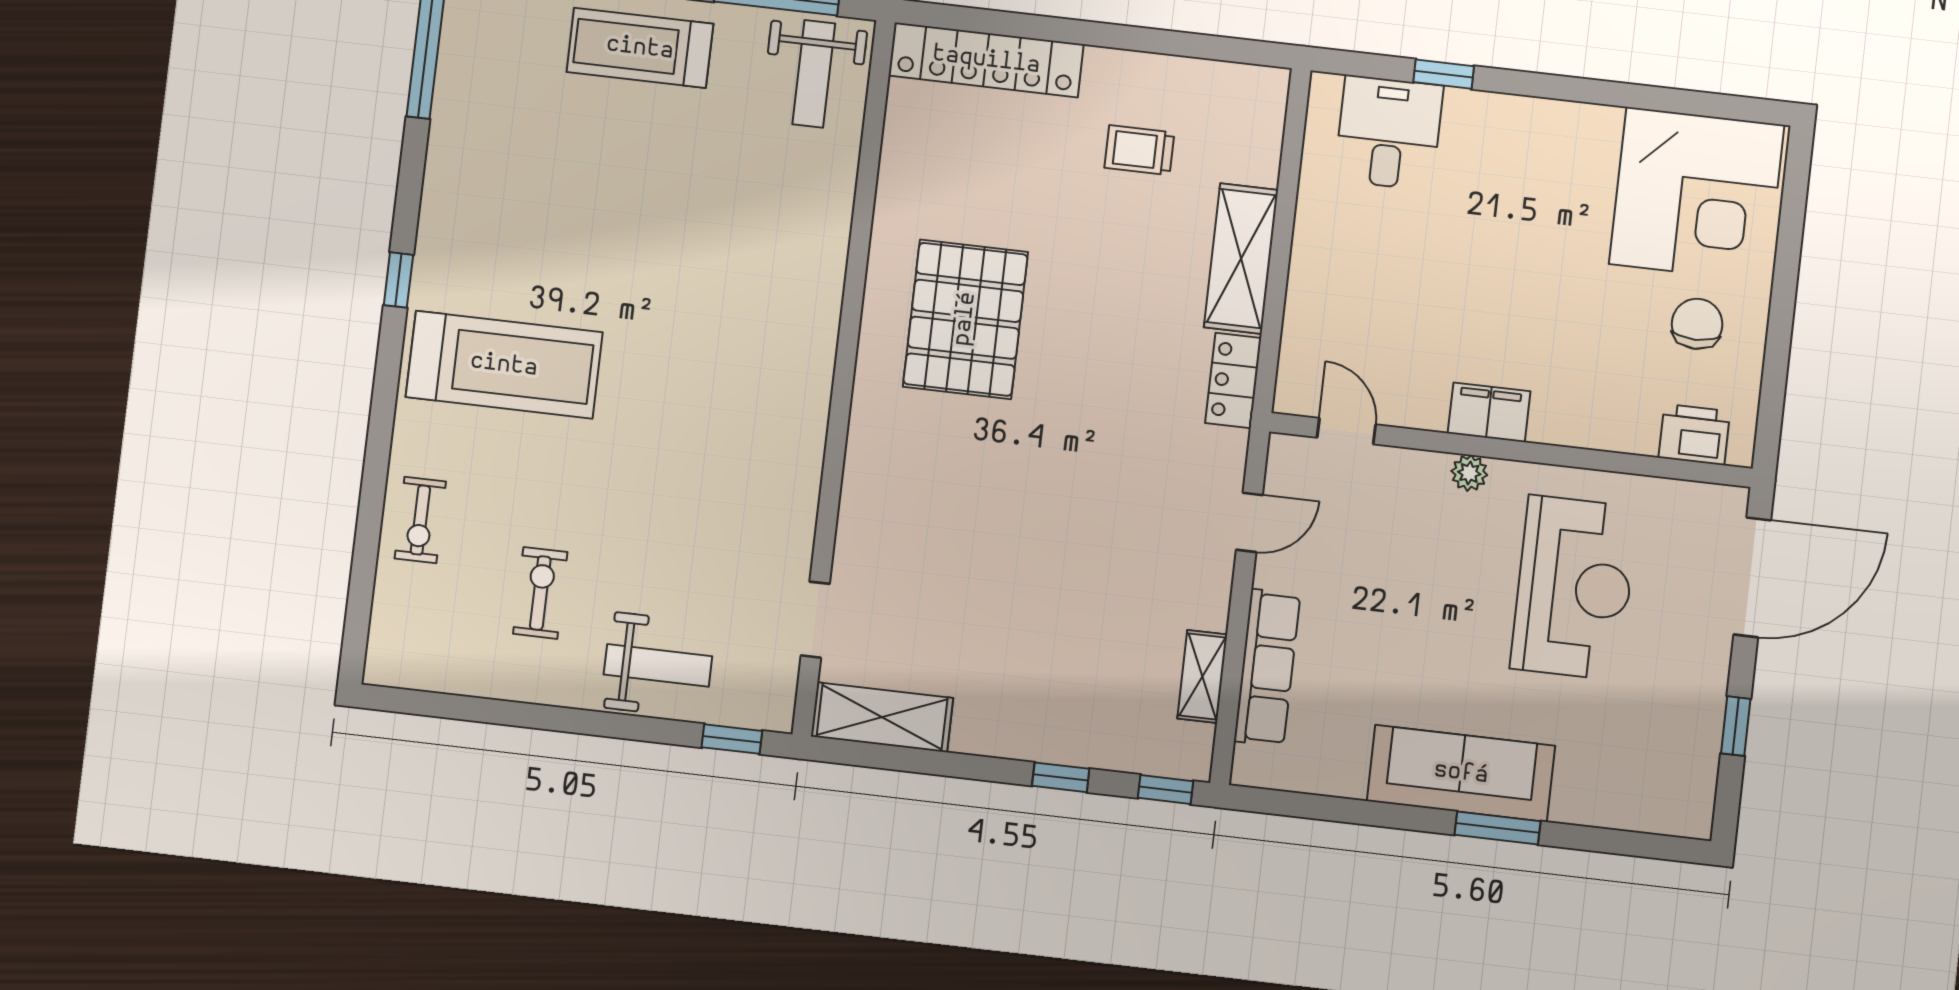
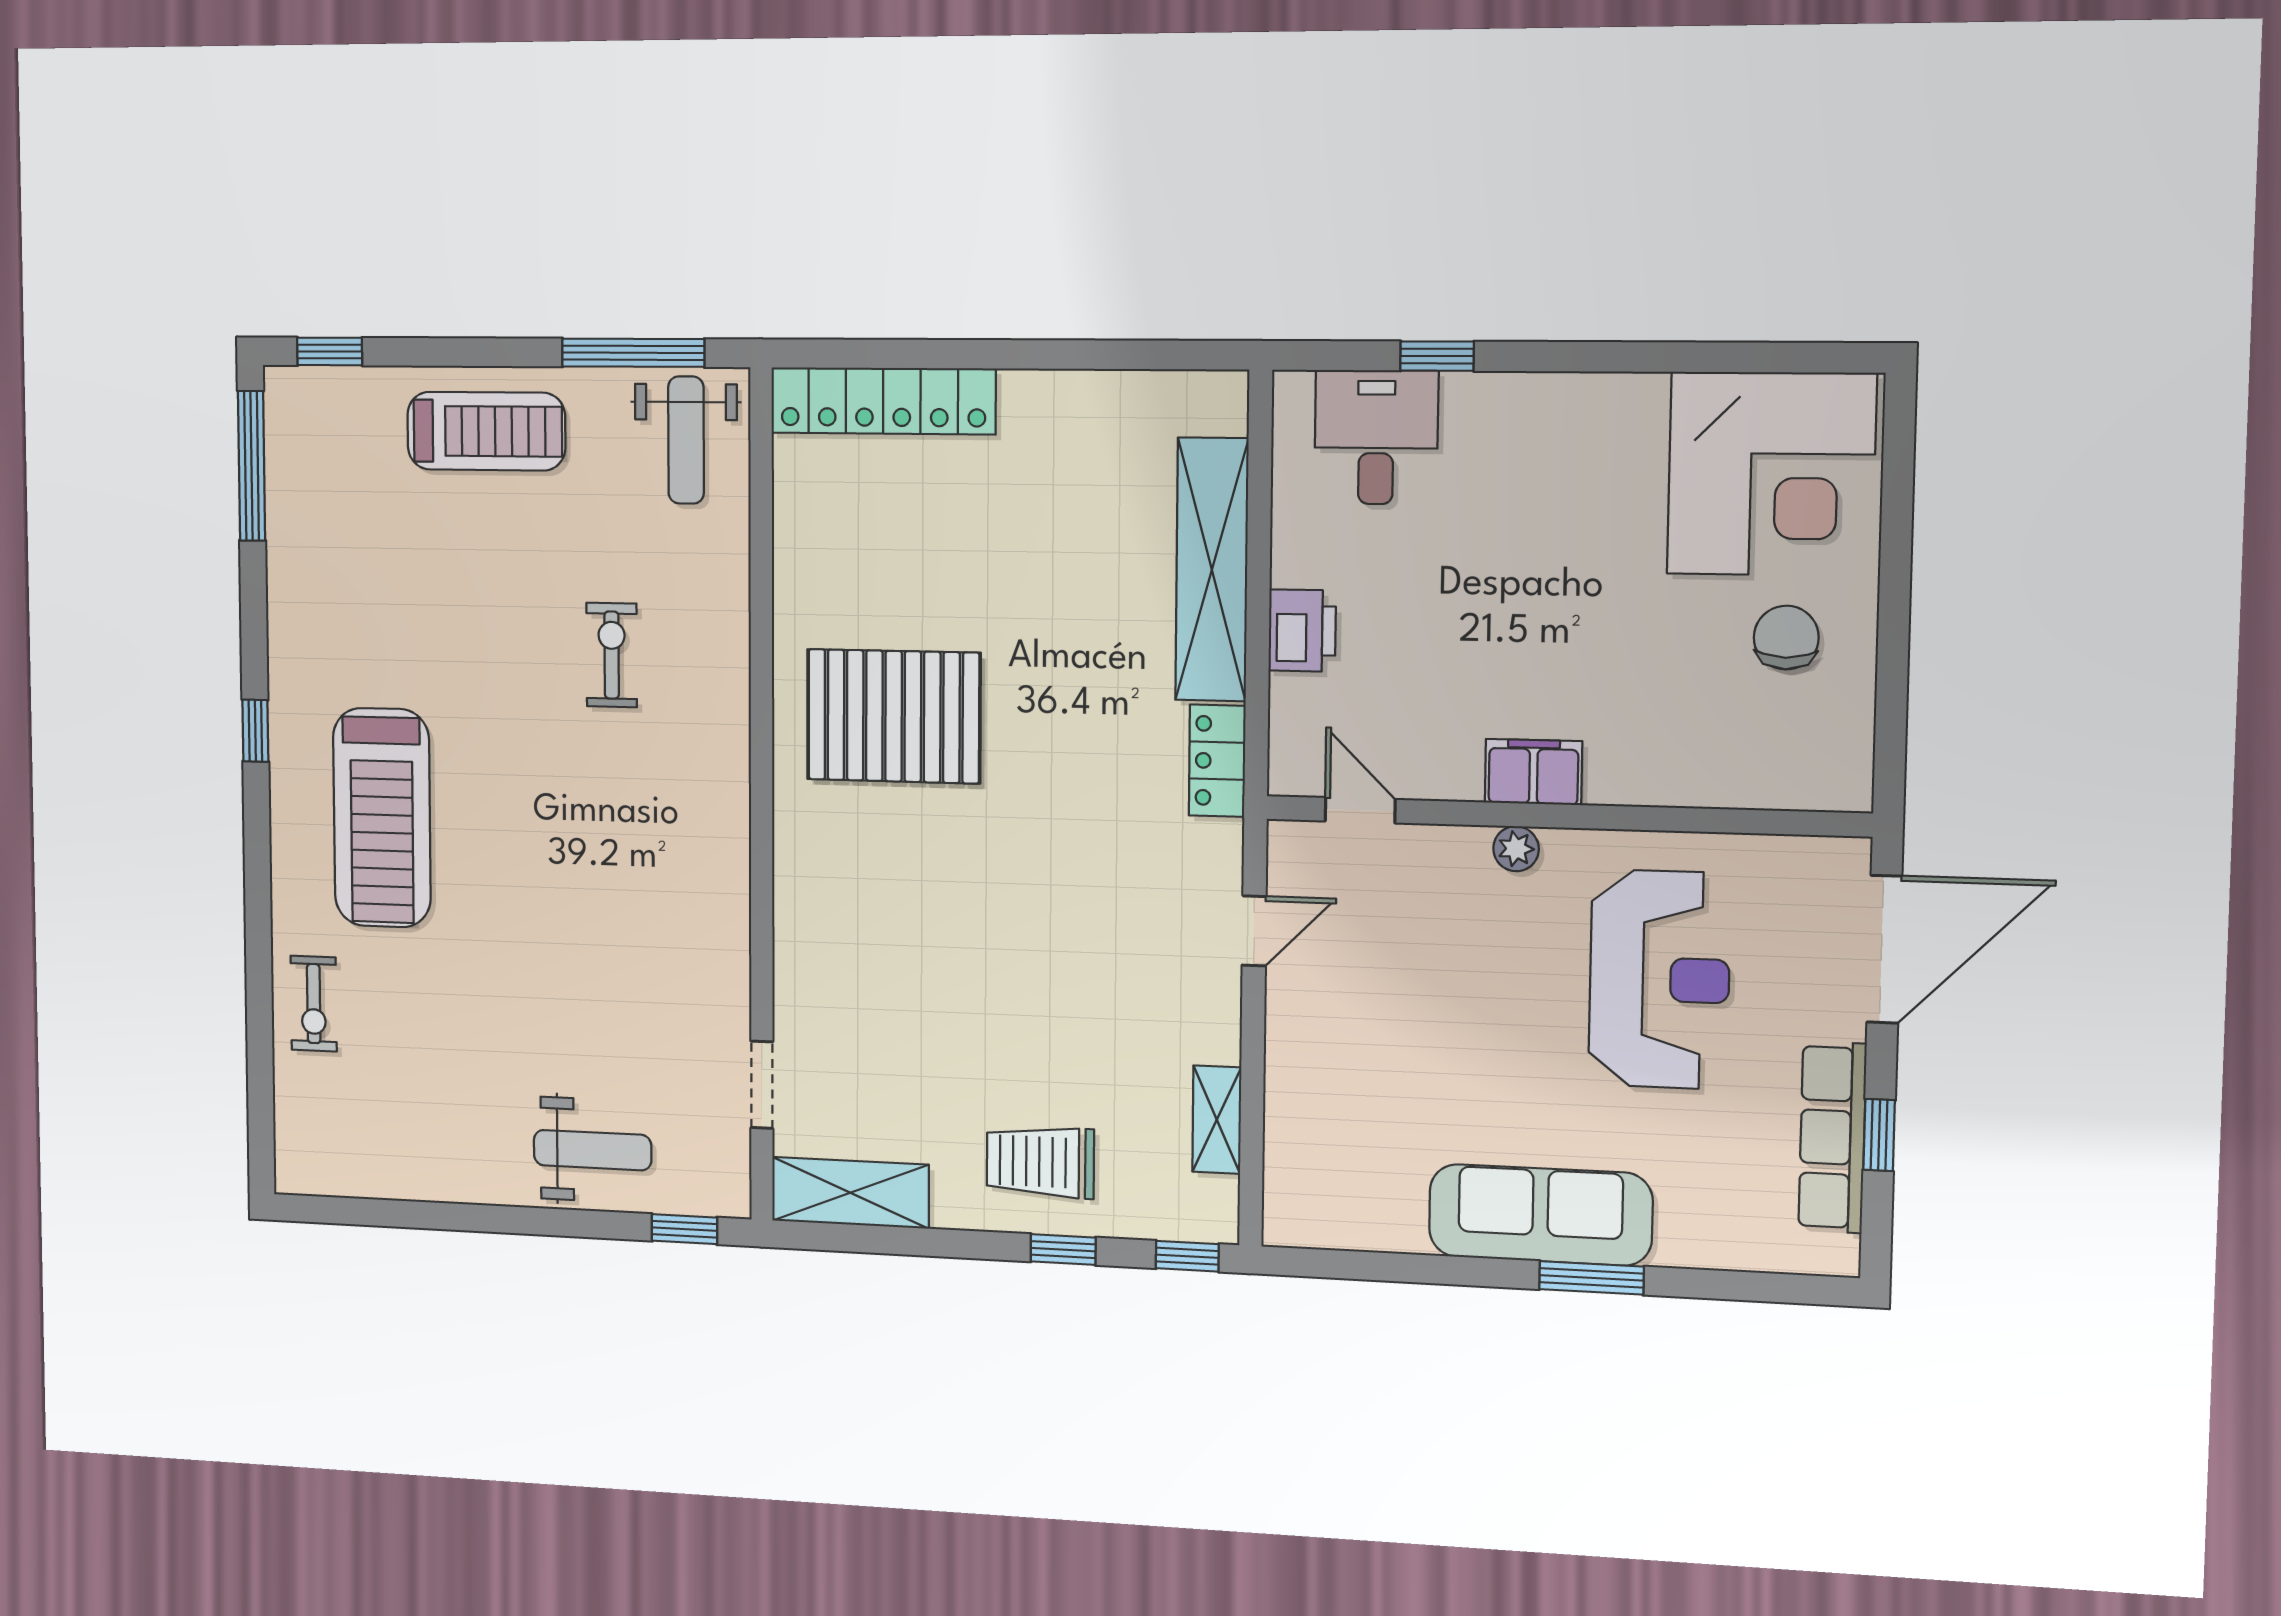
treadmill: (640, 48) -> (486, 431), turned 180
trolley: (1139, 150) -> (1040, 1162), moved, width x1.36, depth x1.39
shelving: (1241, 259) -> (1212, 570), width x1.47
pallet: (965, 319) -> (894, 716), turned 90
treadmill: (504, 365) -> (382, 818), turned 90
printer: (1694, 435) -> (1302, 631), moved, turned 90
exercise bike: (540, 593) -> (612, 655), moved
row of seats: (1267, 668) -> (1832, 1137), moved, turned 180

